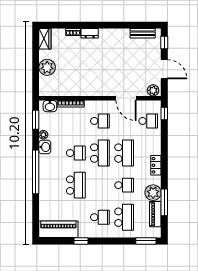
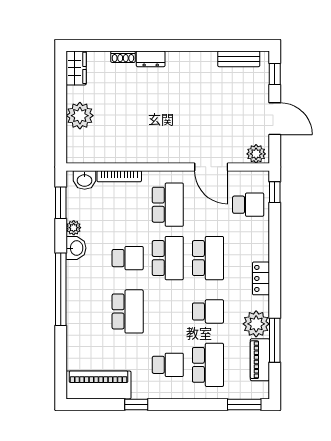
school desk: (100, 121) -> (168, 205), width x1.85

